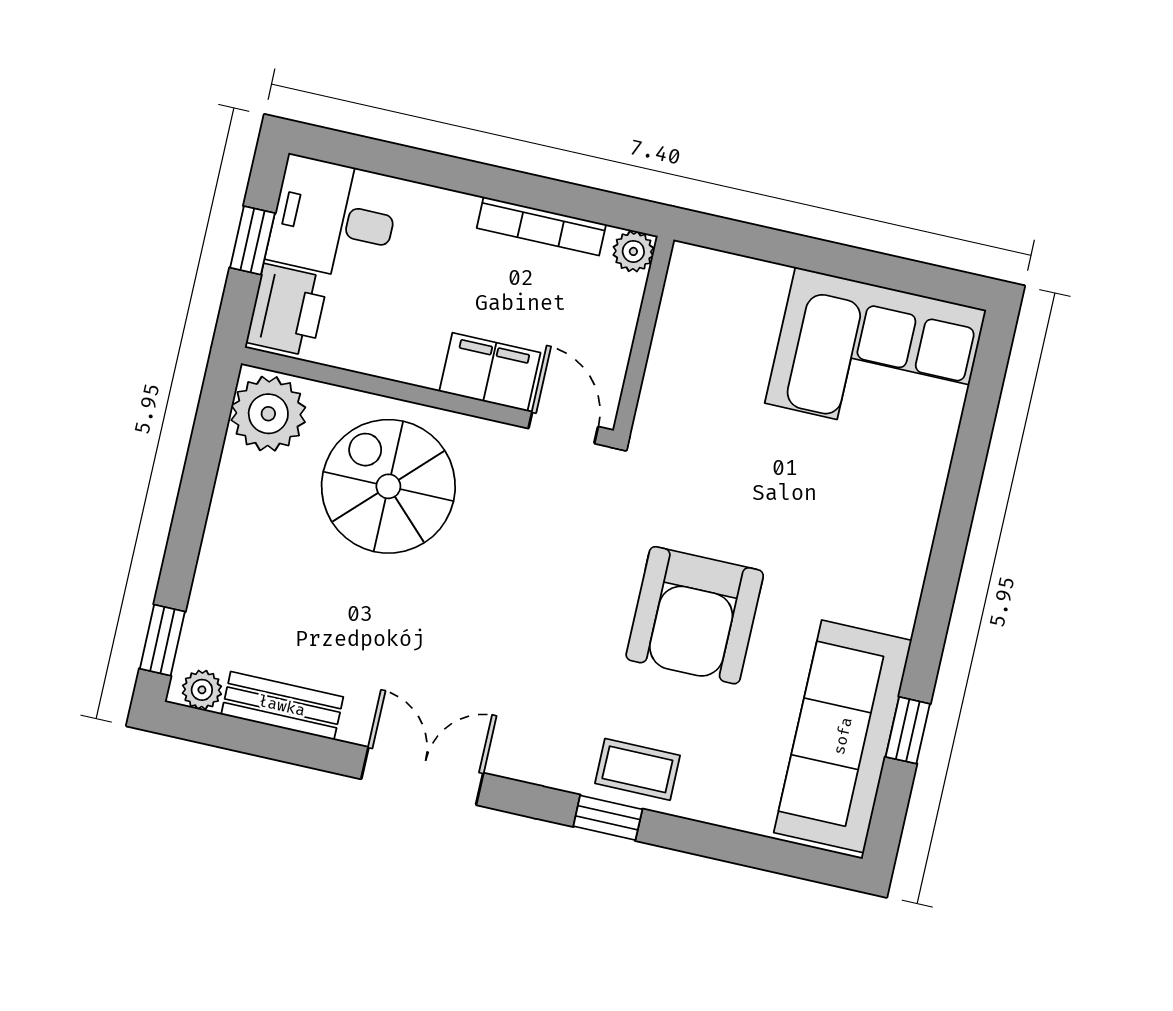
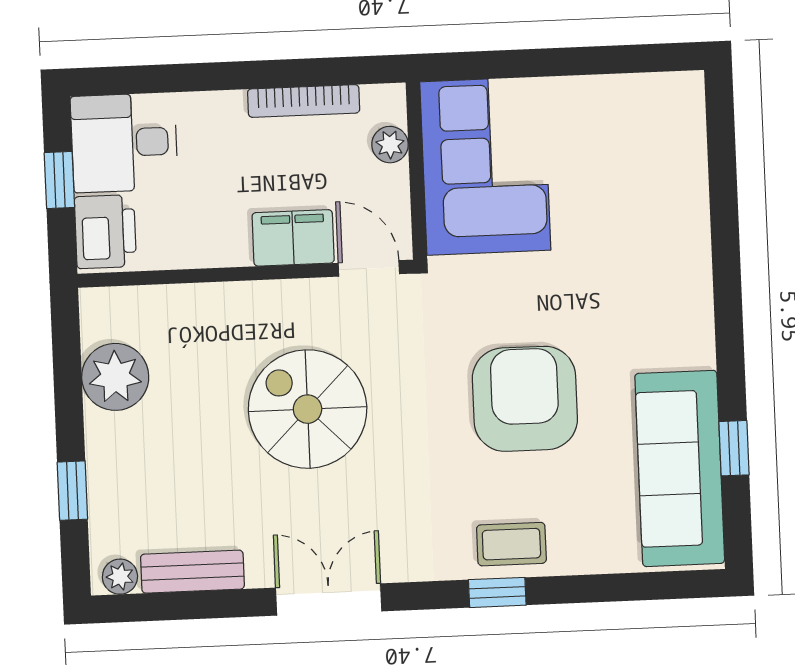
plant: (633, 251) -> (390, 145), moved
corner sofa: (875, 357) -> (485, 166), moved, turned -90
plant: (268, 414) -> (115, 377), moved
spiral stairs: (388, 486) -> (308, 409), moved
armchair: (695, 615) -> (525, 399), turned 180
window: (162, 640) -> (72, 491), moved

